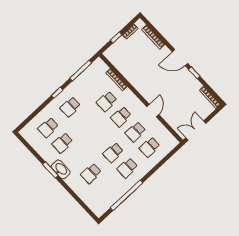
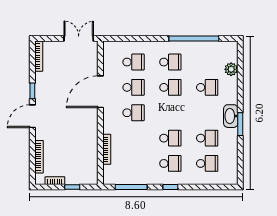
door: (180, 58) -> (32, 116), swing flipped
school desk: (107, 101) -> (170, 138), moved
door: (153, 111) -> (100, 92), width x1.88
double door: (196, 130) -> (79, 38), swing flipped
plant: (87, 198) -> (231, 69), added

